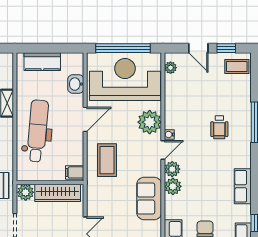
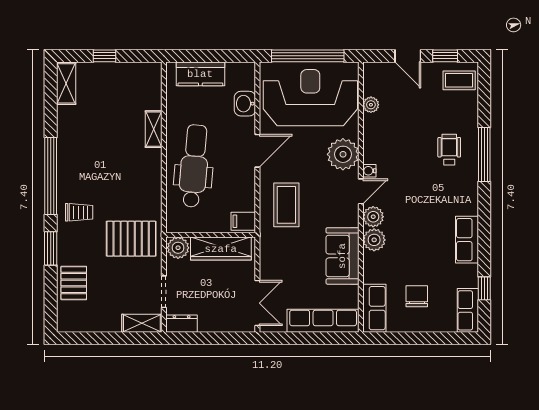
plant: (171, 68) -> (371, 105), moved
wheelchair: (219, 127) -> (449, 150), moved, turned 180

